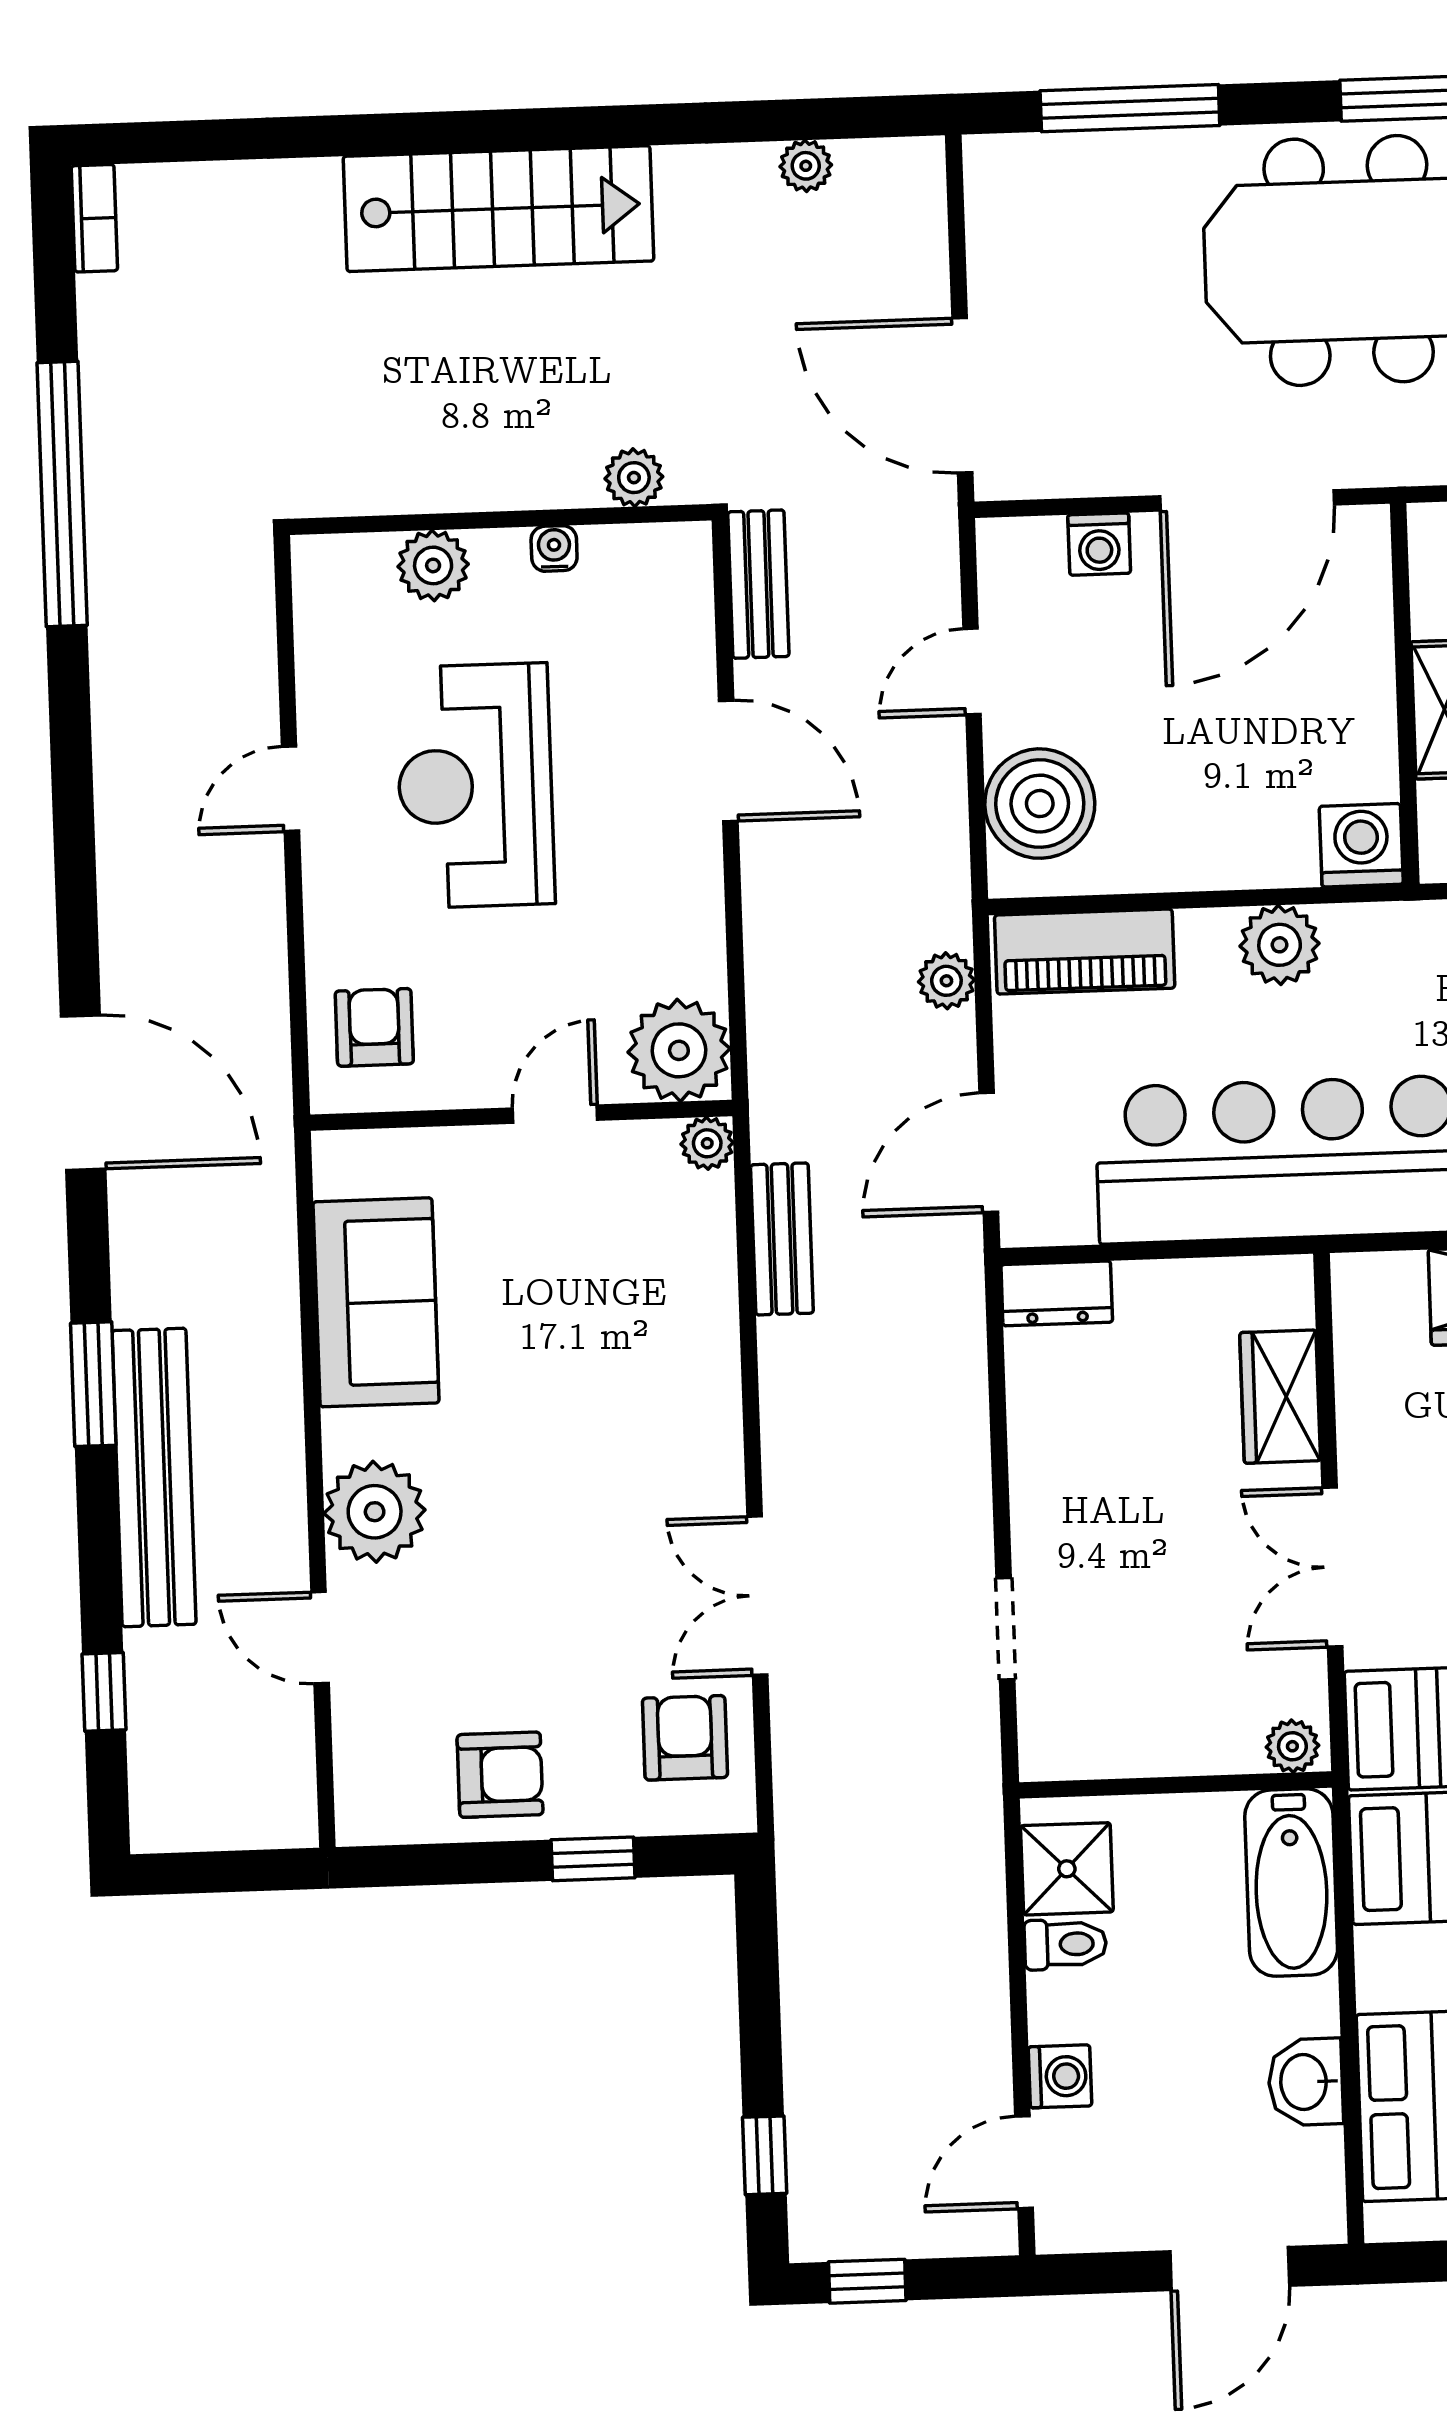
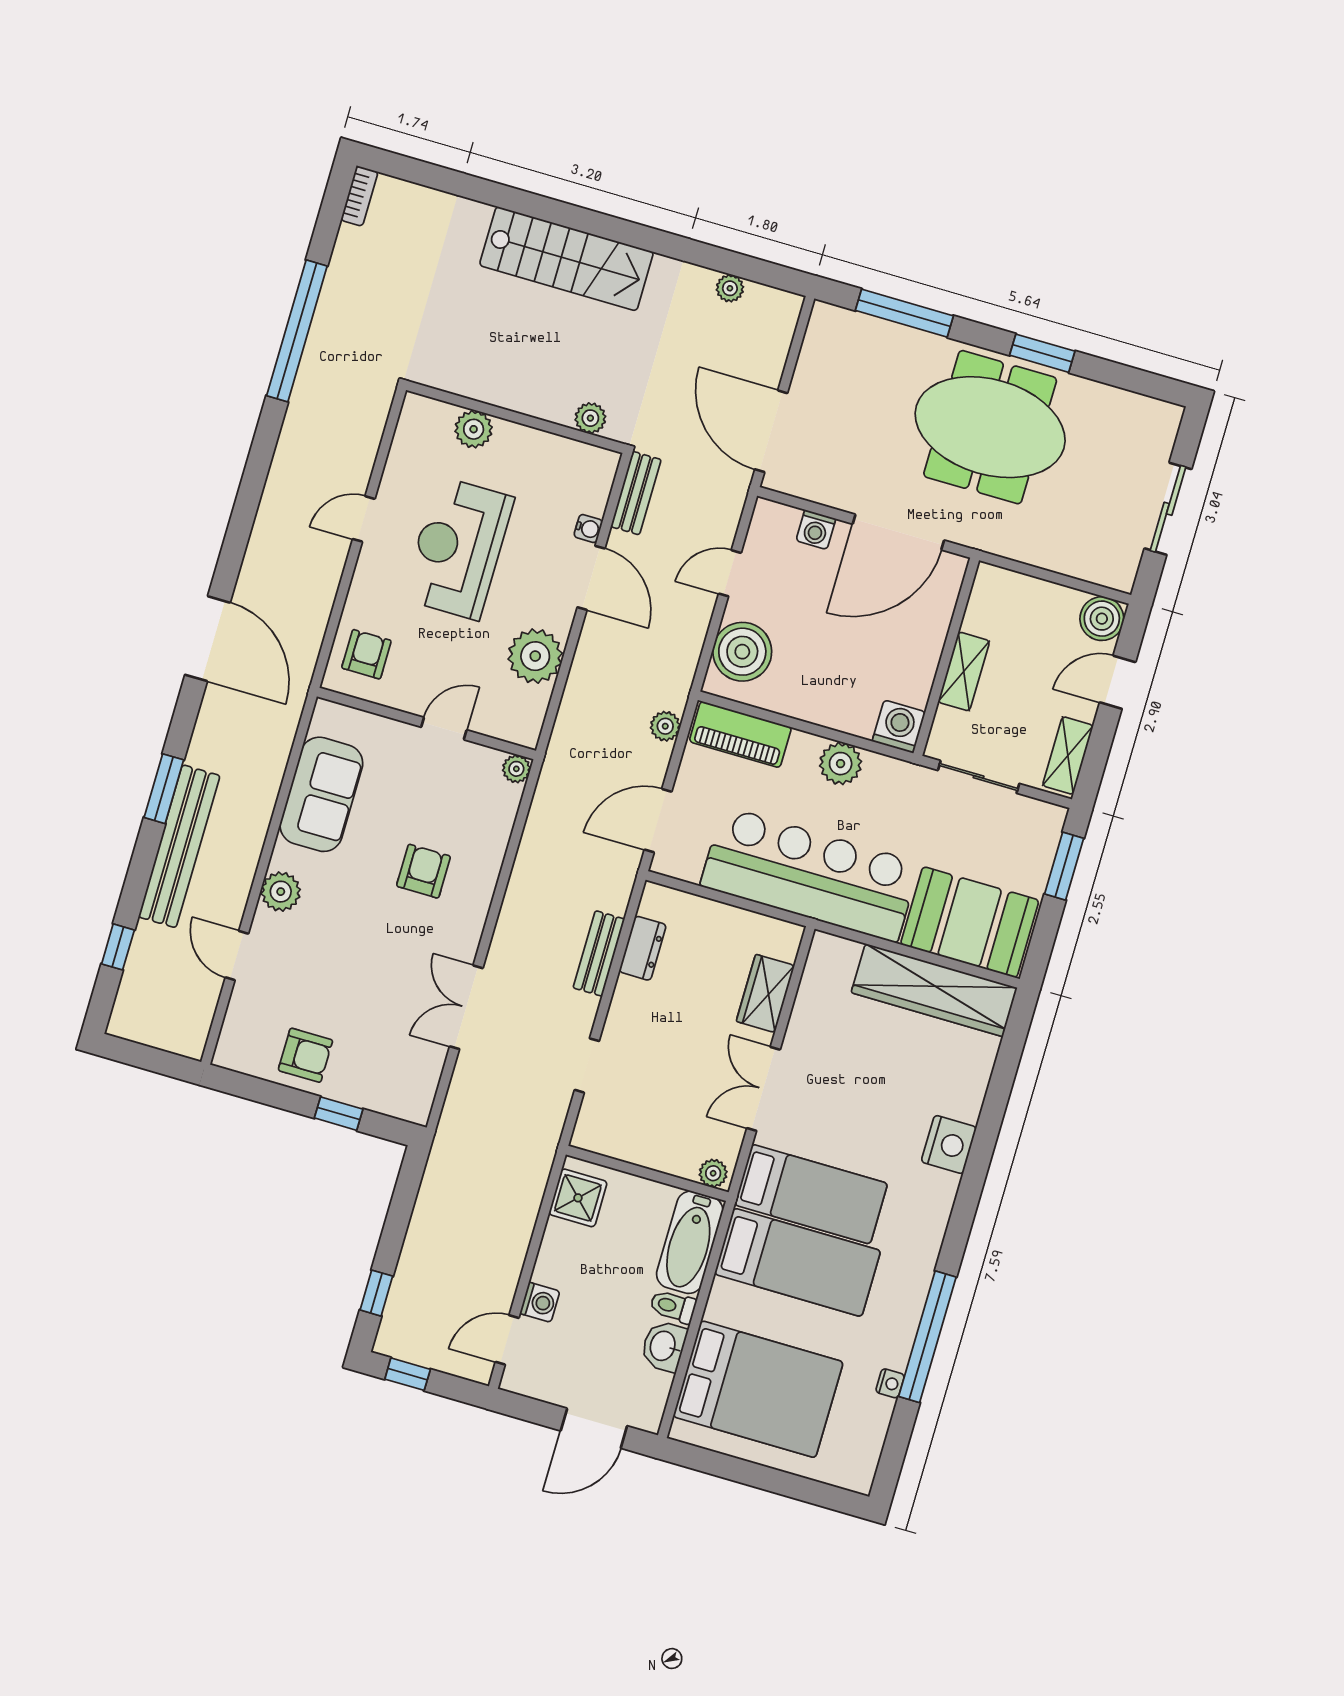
water cooler: (554, 548) -> (588, 529), moved, turned 90
plant: (679, 1050) -> (535, 656), moved
bench: (782, 1239) -> (599, 953), moved
dresser: (1057, 1293) -> (643, 948), moved, turned -90
plant: (375, 1512) -> (281, 892), width x0.73, depth x0.73
armchair: (685, 1738) -> (423, 871), moved
toilet: (1065, 1944) -> (673, 1306), moved, turned 180

